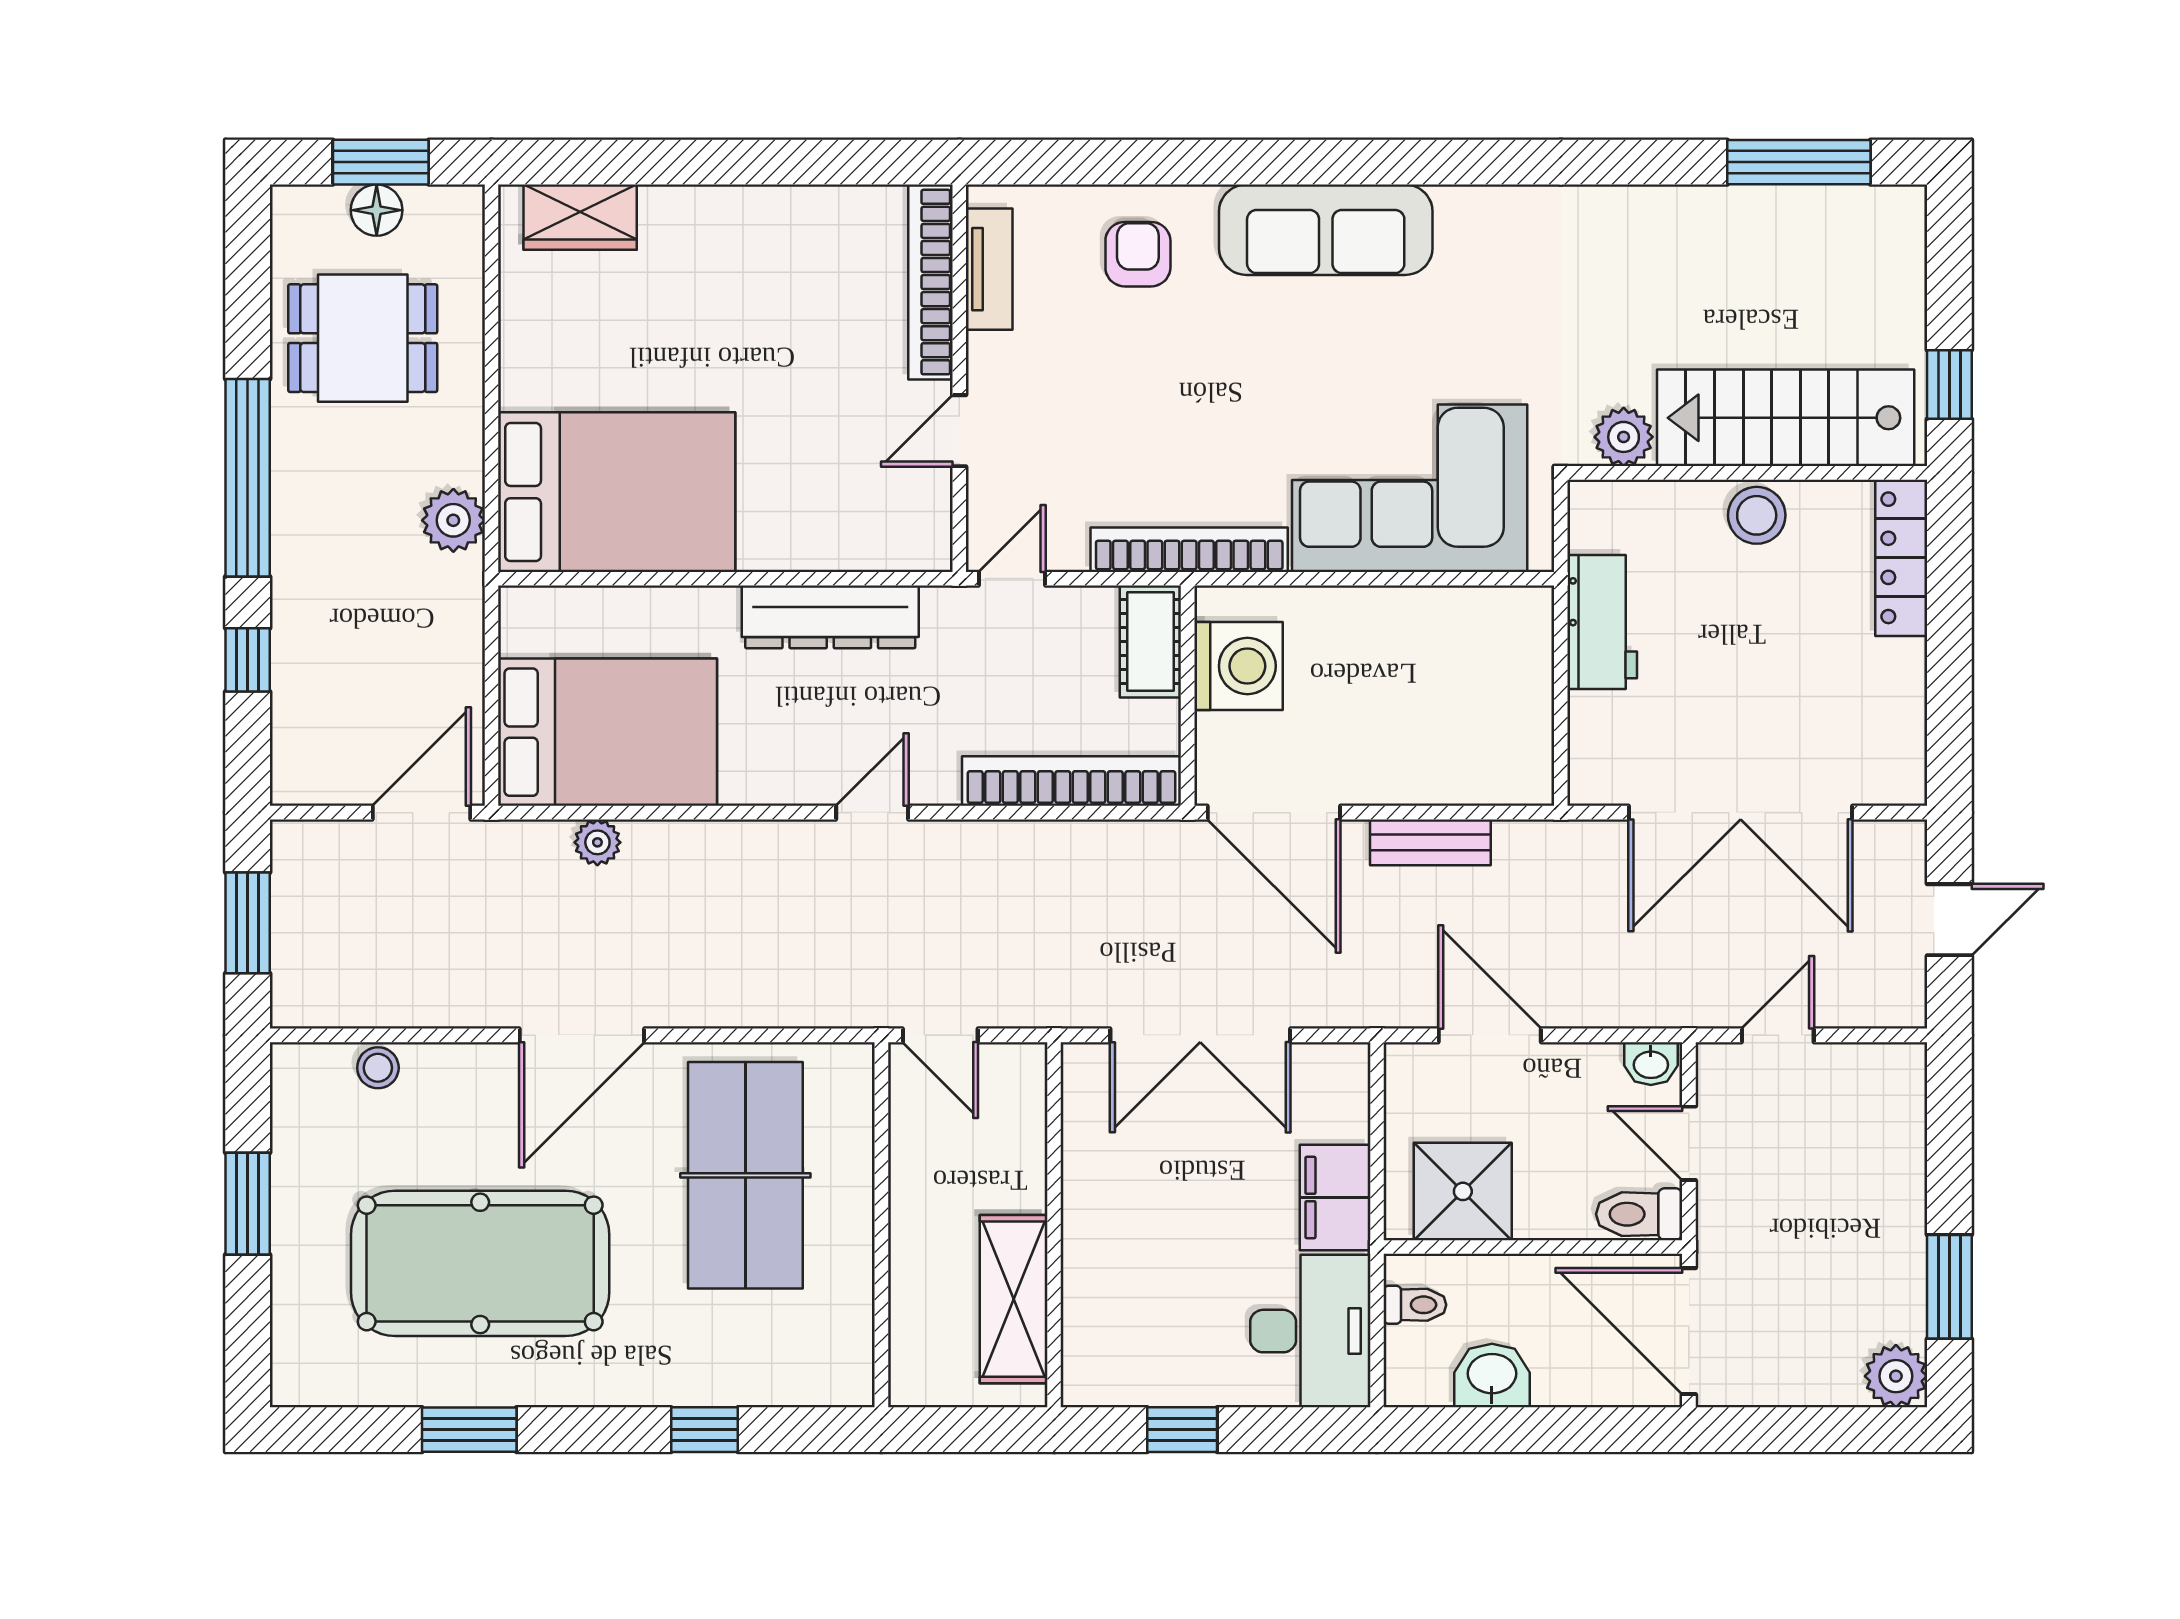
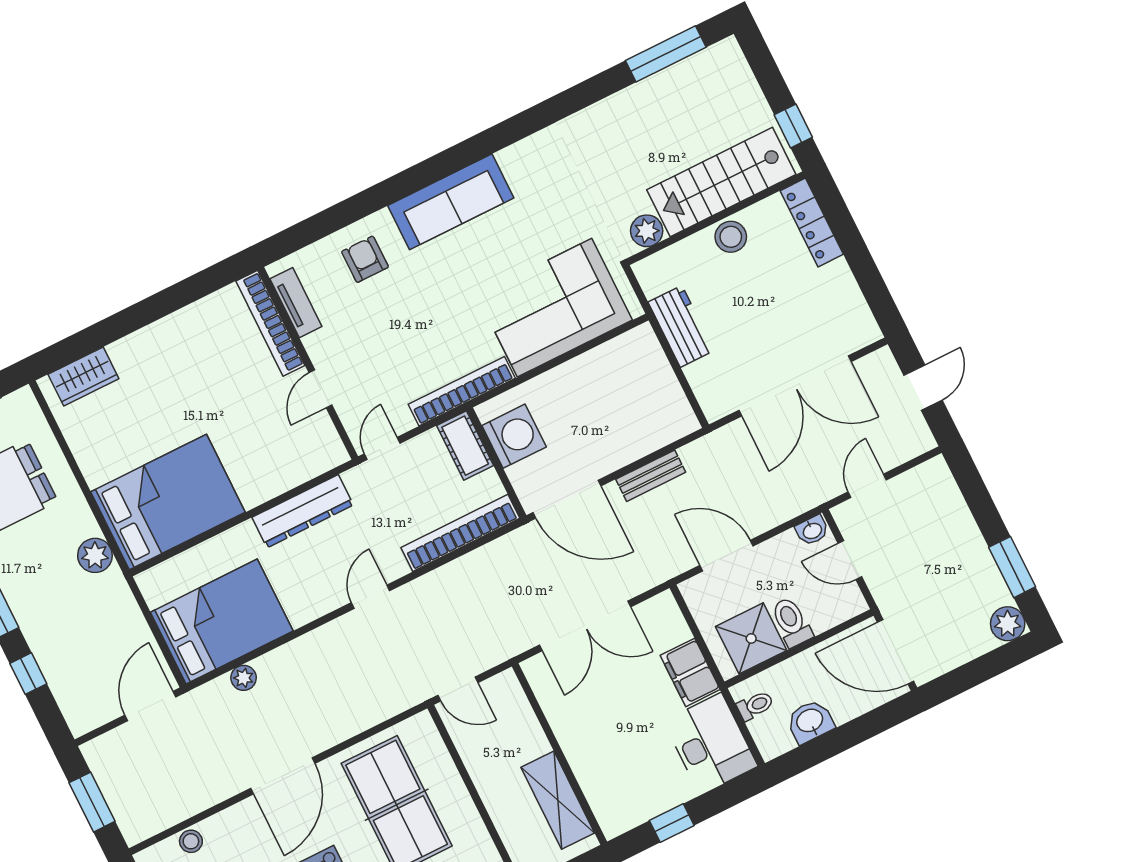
toilet: (1639, 1214) -> (791, 622), moved, turned 90

